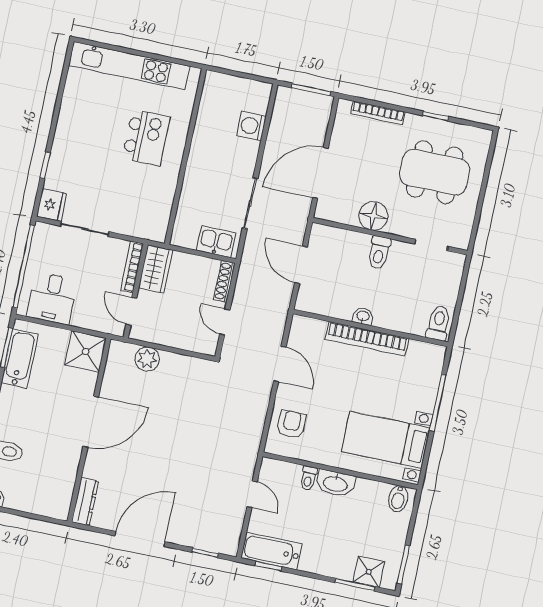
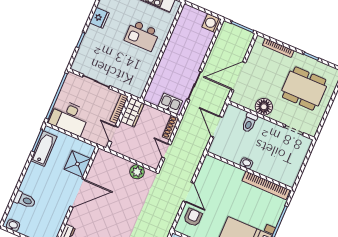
washing machine: (251, 126) -> (212, 23), moved
kitchen island: (146, 138) -> (142, 36), turned 90
fridge: (52, 205) -> (99, 18), moved
toilet: (379, 252) -> (249, 123), moved
desk: (52, 298) -> (69, 117), width x1.37
toilet: (438, 323) -> (289, 176), removed
bookcase: (367, 339) -> (266, 185), moved
shower: (86, 351) -> (77, 164), moved
plant: (147, 359) -> (137, 172), moved
door: (280, 364) -> (188, 192), moved

